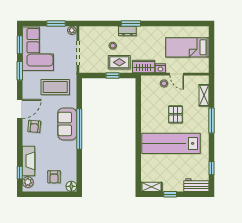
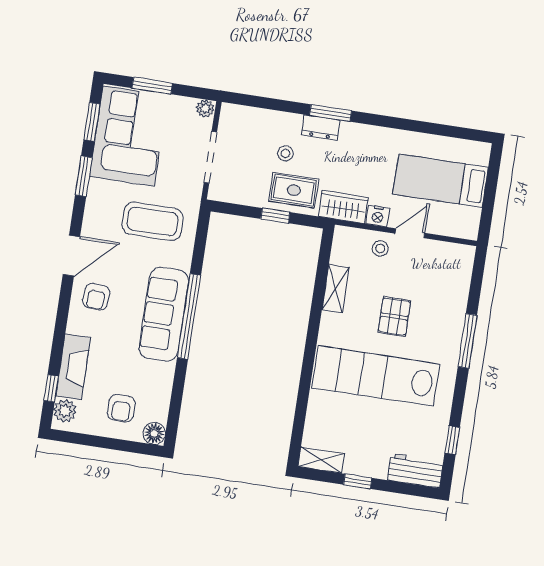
window: (56, 23) -> (152, 86), moved
door: (177, 74) -> (410, 233), swing flipped
shelving: (204, 95) -> (336, 289), moved
sofa: (67, 124) -> (164, 314), width x1.36

